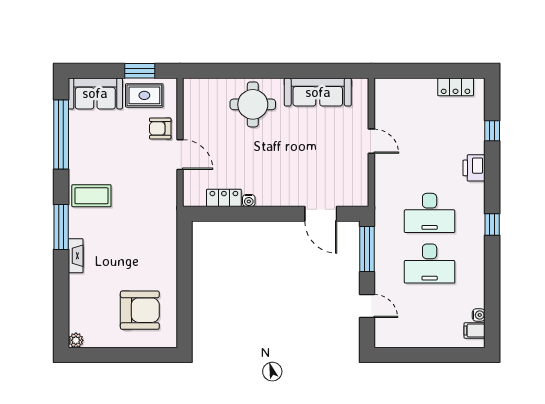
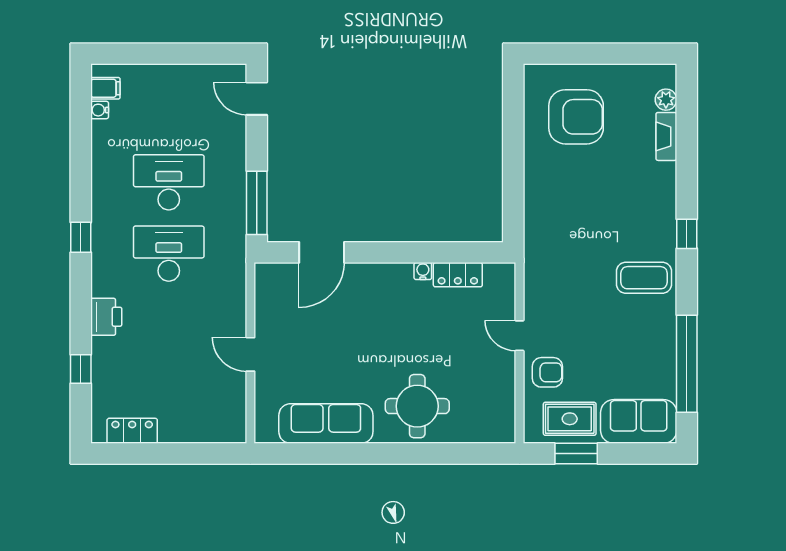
door: (180, 155) -> (520, 336), width x0.73
door: (321, 214) -> (322, 252), swing flipped
window: (61, 227) -> (687, 234), width x0.46
fireplace: (76, 256) -> (666, 136), moved
door: (367, 306) -> (257, 99), moved
armchair: (140, 310) -> (576, 117), turned 180
plant: (76, 340) -> (666, 100), moved

